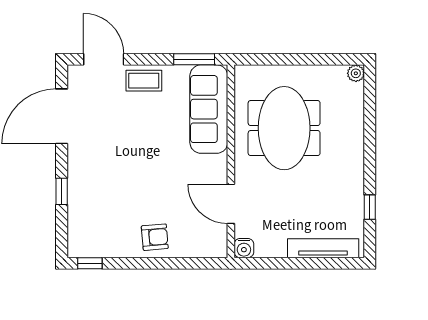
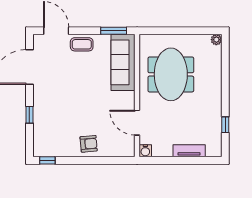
tv unit: (323, 248) -> (189, 151), width x0.71

